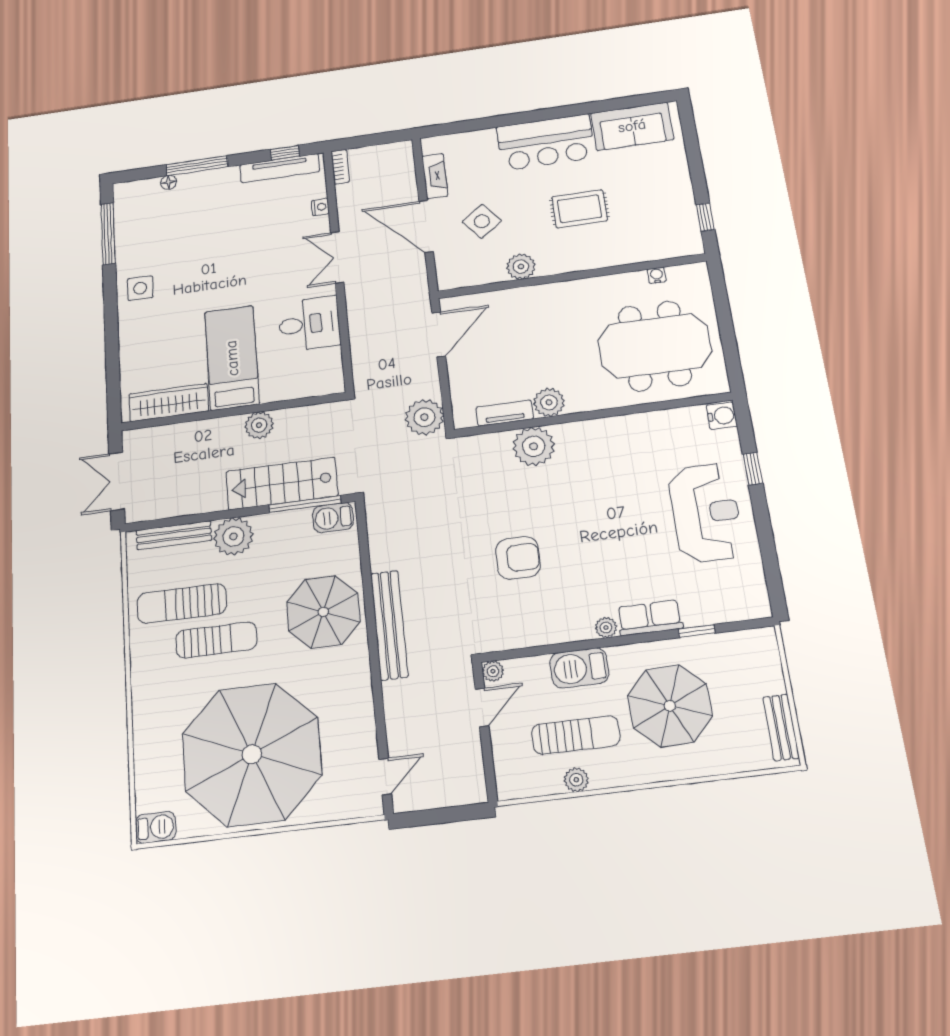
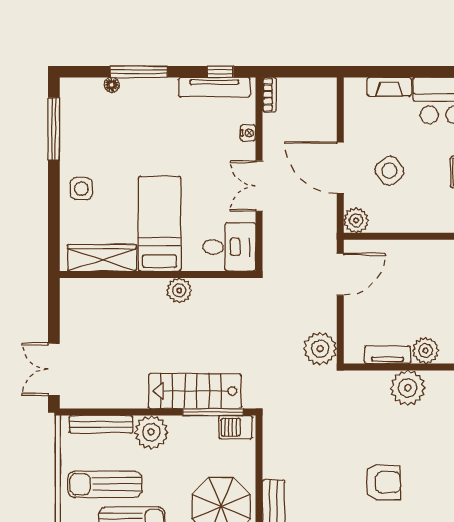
fireplace: (435, 176) -> (389, 87), moved, turned 90
plant: (521, 267) -> (356, 220), moved
bed: (232, 358) -> (160, 224), moved
wardrobe: (169, 402) -> (102, 258), moved
wall: (233, 412) -> (158, 275), moved
plant: (259, 425) -> (179, 290), moved

